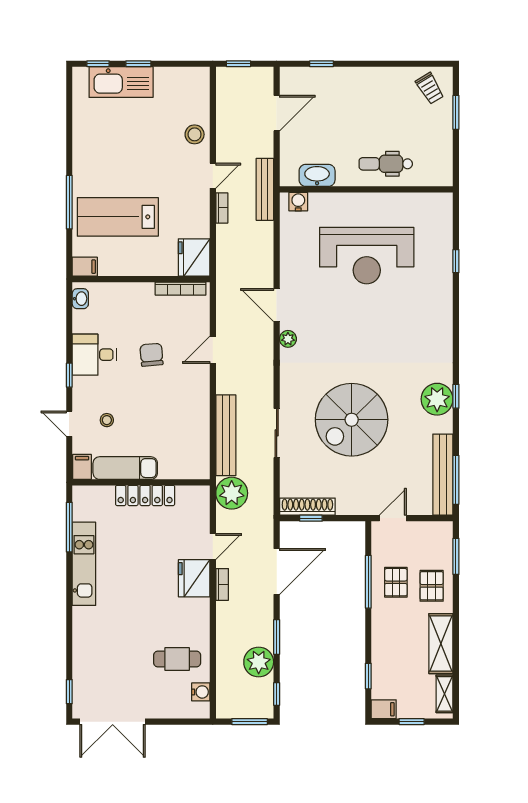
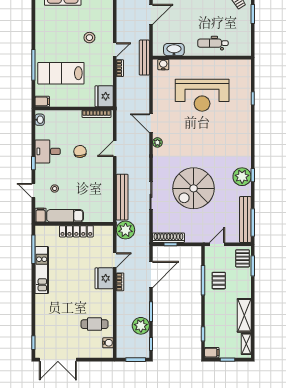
stool: (195, 134) -> (89, 38), moved
pallet: (432, 586) -> (243, 258), moved

